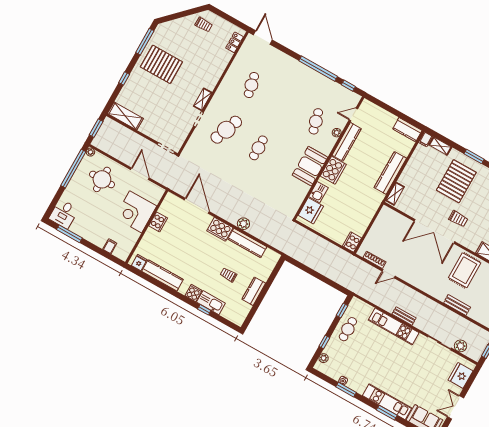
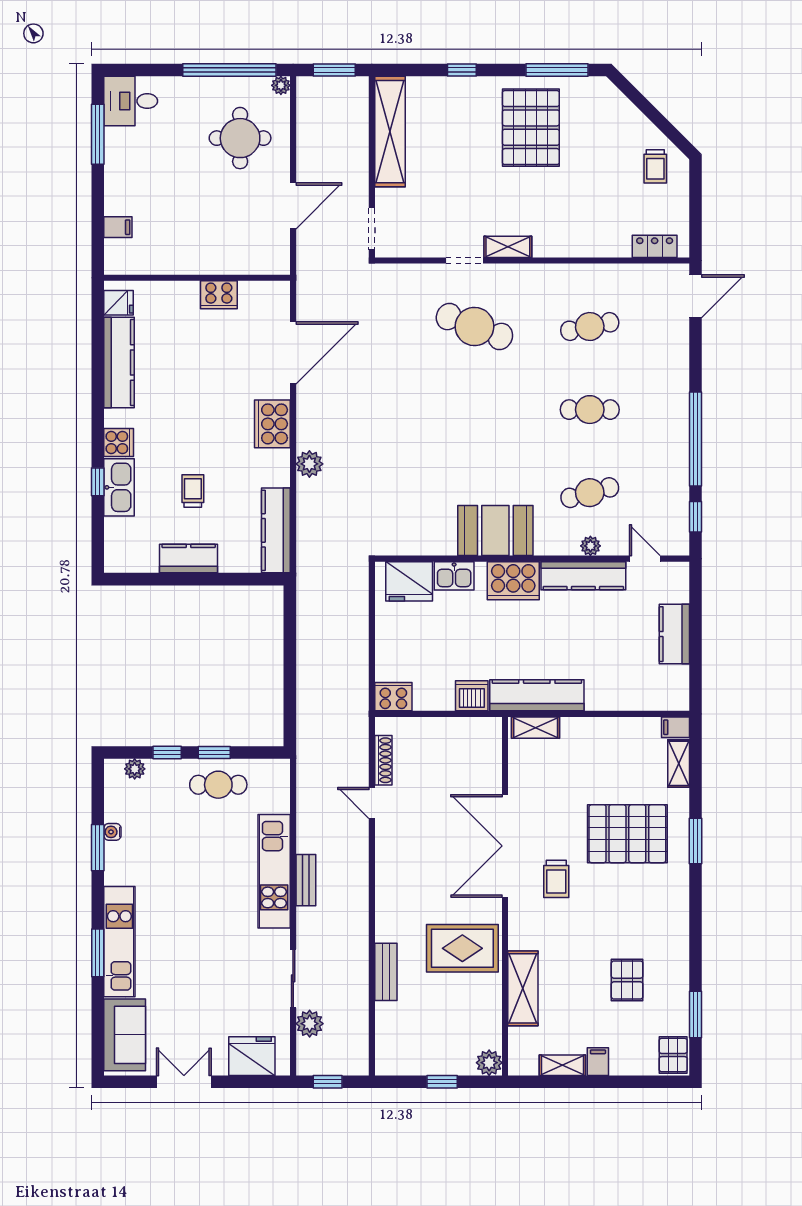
shelving: (125, 116) -> (390, 132), width x1.47
kitchen counter: (407, 130) -> (674, 634), moved
cafe table: (258, 148) -> (590, 410), moved
kitchen counter: (390, 173) -> (537, 695), moved
dishwasher: (369, 211) -> (472, 696), added
corner desk: (136, 212) -> (214, 240), removed
kitchen counter: (247, 243) -> (276, 530), moved
window: (342, 311) -> (214, 753), moved

